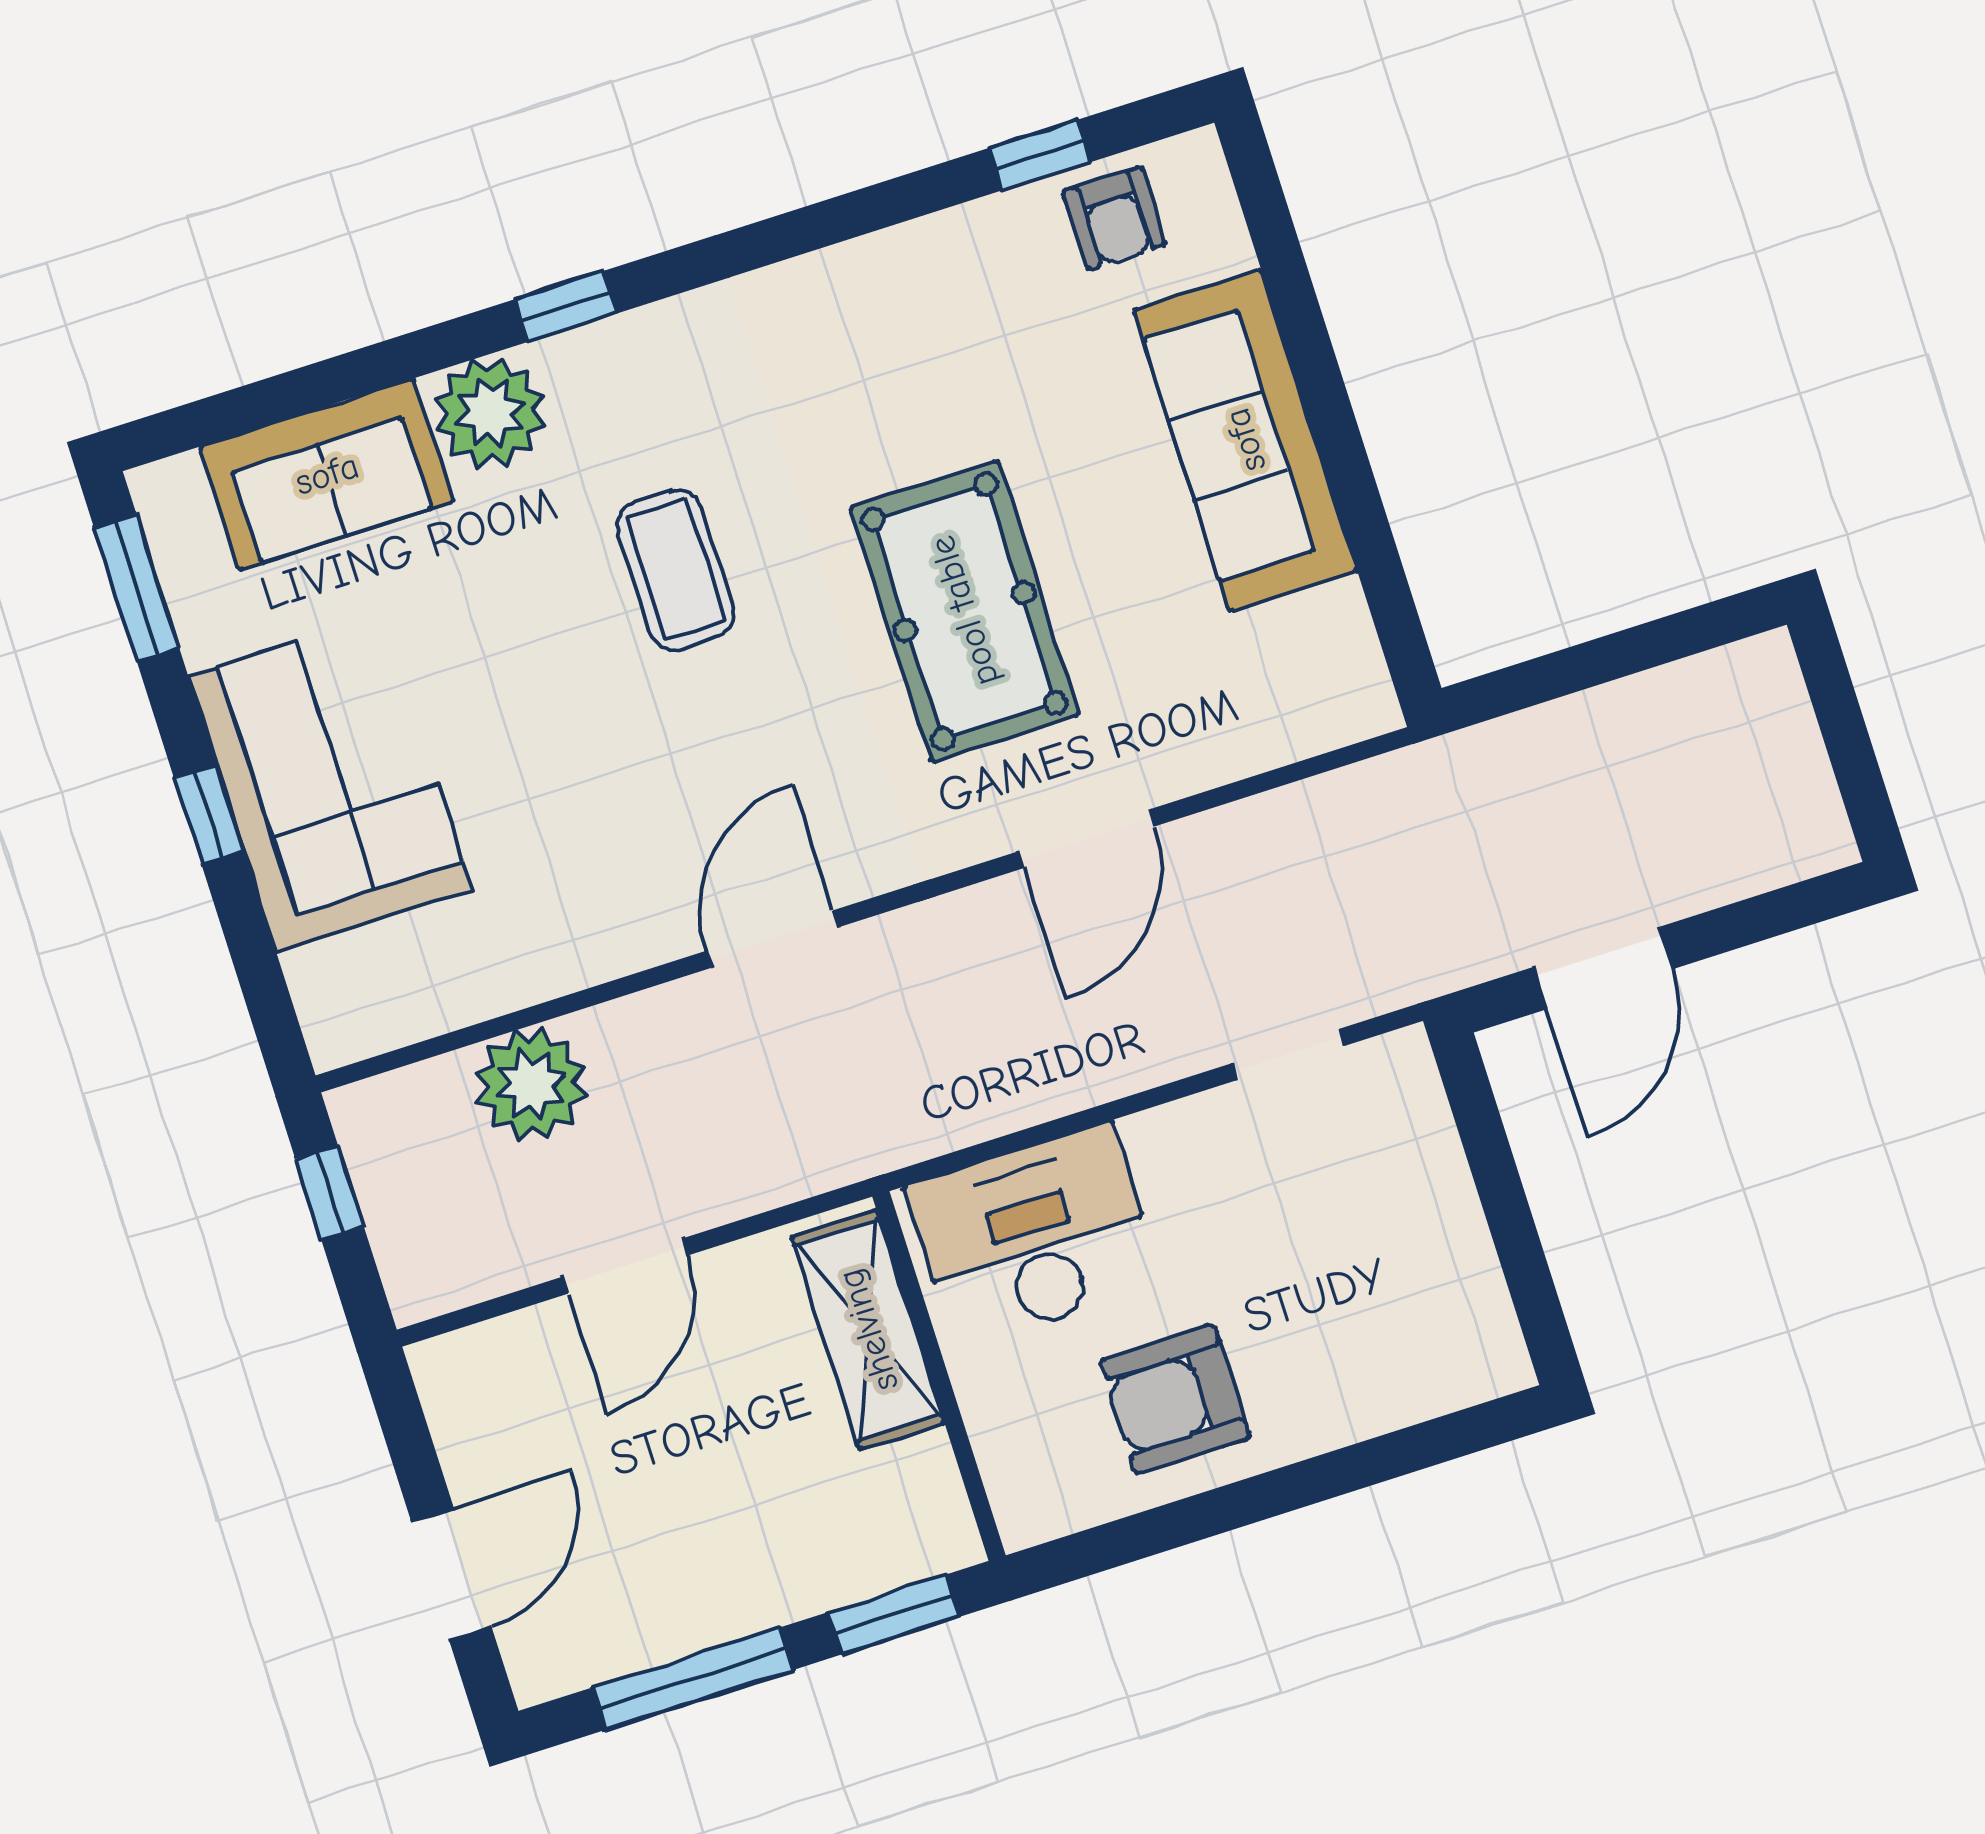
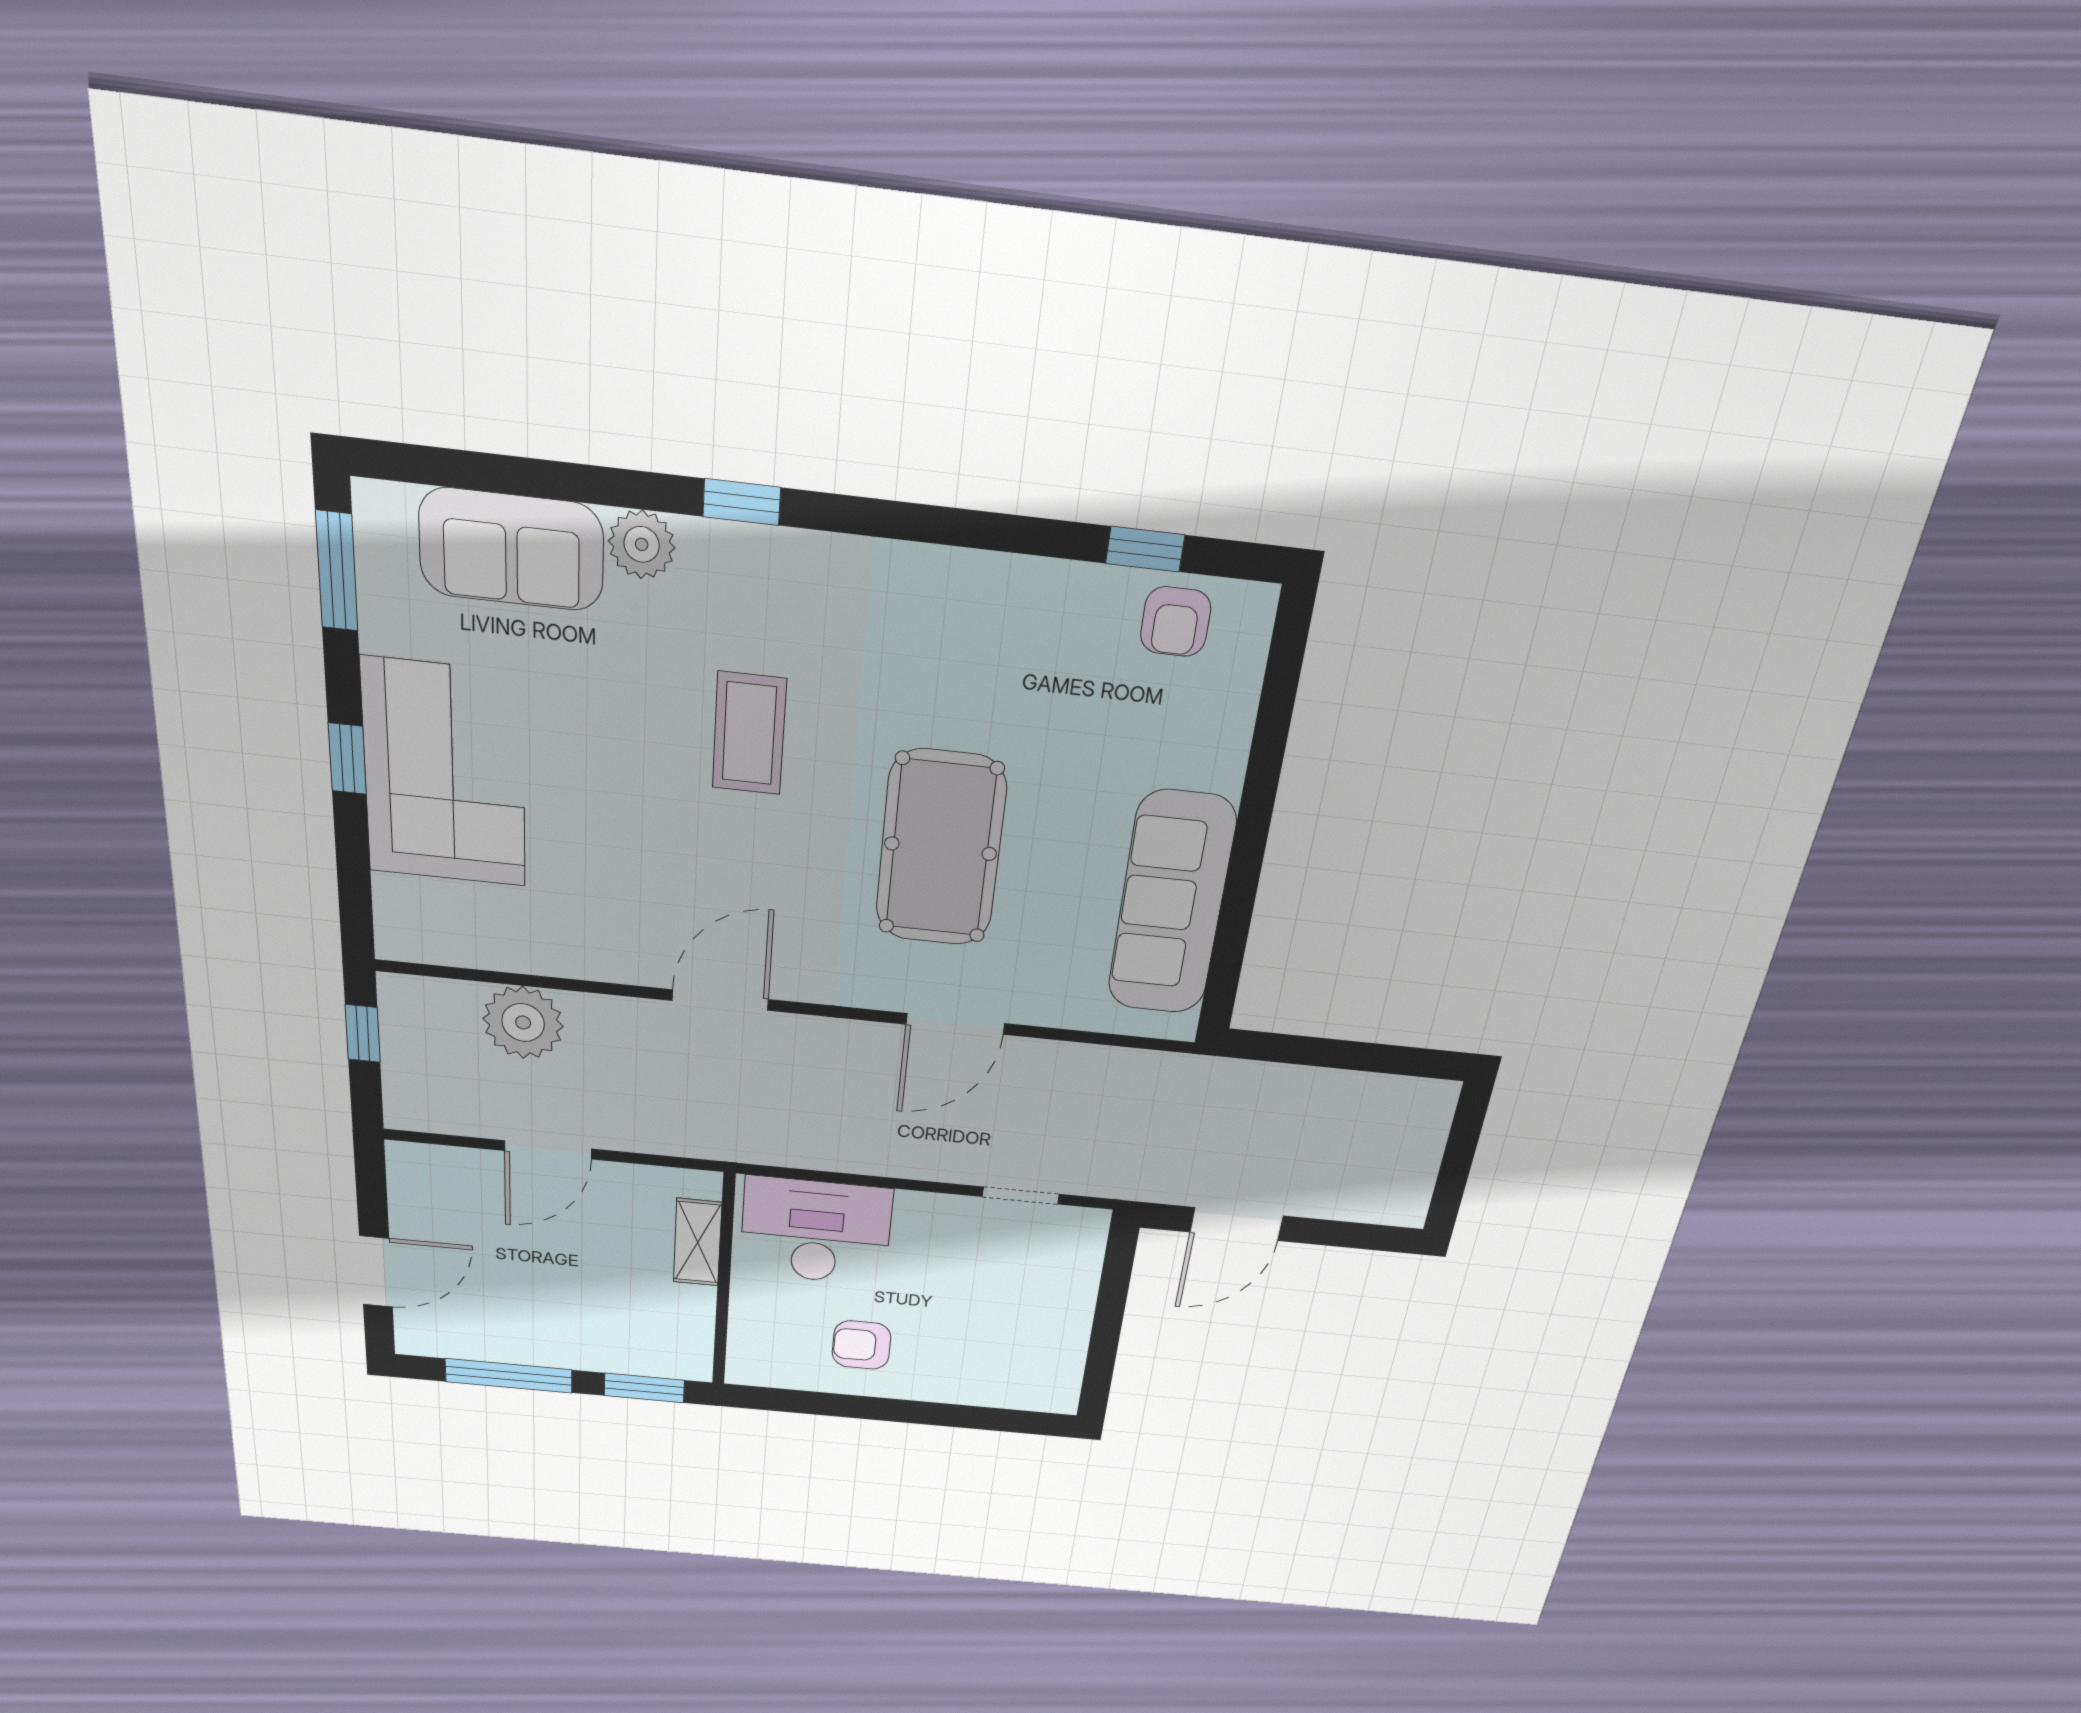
plant: (490, 413) -> (642, 544), width x0.73, depth x0.73
sofa: (1245, 440) -> (1171, 904), moved
shelving: (868, 1330) -> (697, 1242), width x0.67, depth x0.75
armchair: (1175, 1399) -> (861, 1345), width x0.72, depth x0.72

